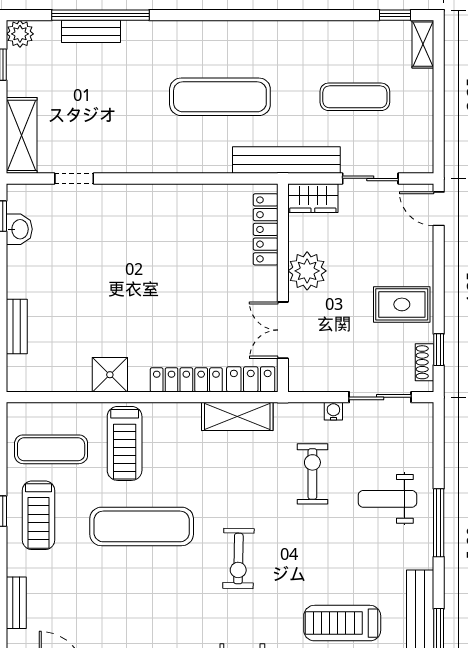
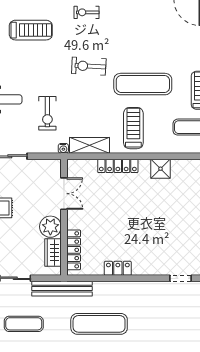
wardrobe: (313, 198) -> (53, 252), moved, turned -90
locker: (251, 379) -> (118, 268), moved, turned 180
water cooler: (333, 411) -> (63, 148), moved
treadmill: (125, 443) -> (133, 128), moved
exercise bike: (238, 559) -> (89, 66), turned -88

